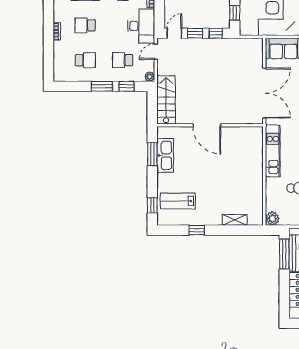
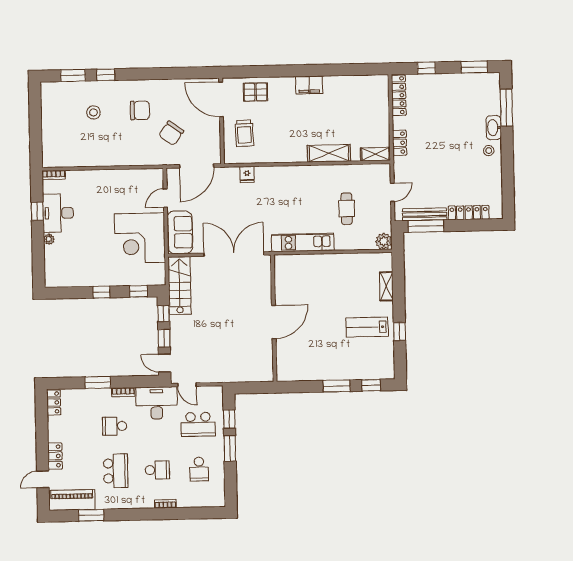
school desk: (85, 25) -> (157, 470), turned -90
school desk: (85, 60) -> (199, 469), turned 180
school desk: (123, 60) -> (198, 424), width x1.85
plant: (150, 77) -> (217, 392), removed
stairs: (166, 100) -> (180, 286), moved, turned 90
window: (152, 154) -> (337, 386), moved
kitchen sink: (165, 155) -> (311, 371), removed
lab bench: (178, 201) -> (367, 327), moved, turned 90

